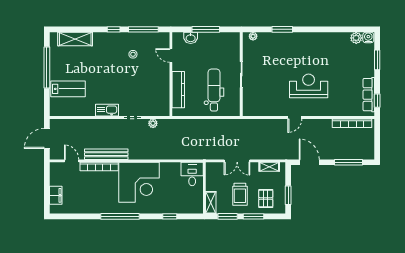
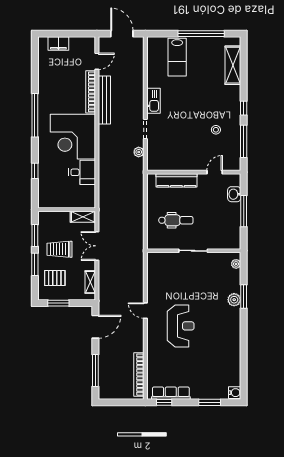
plant: (356, 38) -> (234, 300), moved
dental chair: (214, 90) -> (176, 220), width x0.73, depth x0.72
desk: (192, 174) -> (82, 172), moved
shelving: (211, 203) -> (83, 217), moved

